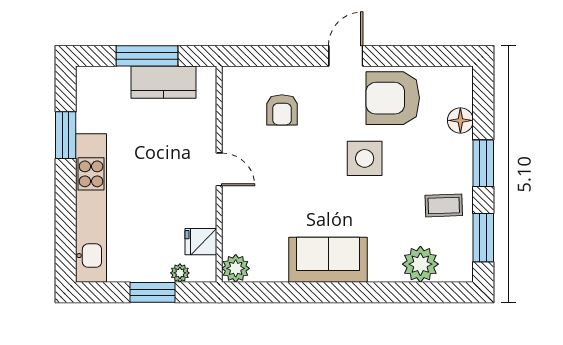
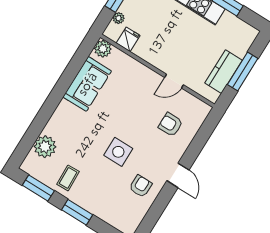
armchair: (393, 98) -> (141, 186), width x0.53, depth x0.53
floor lamp: (460, 120) -> (107, 214), removed
door: (219, 169) -> (174, 81), moved
sofa: (328, 260) -> (87, 84), moved

